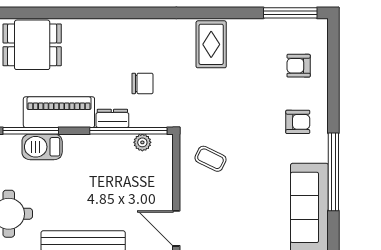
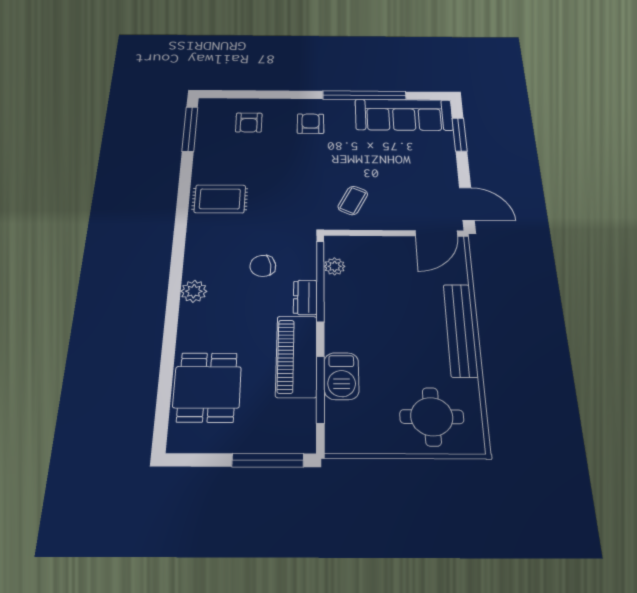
plant: (118, 29) -> (194, 291), added
chair: (142, 83) -> (263, 266), turned -100

